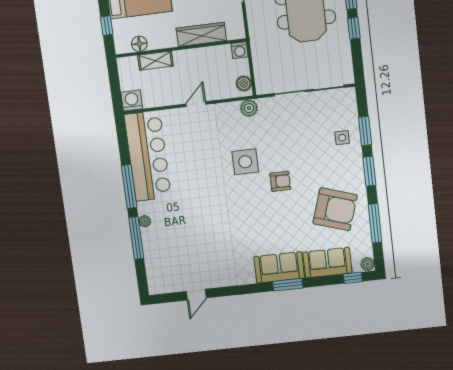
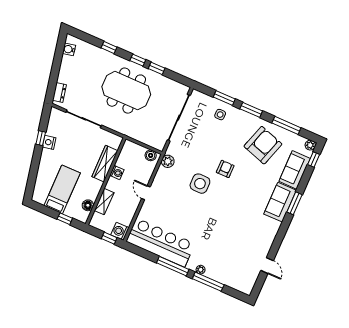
washing machine: (240, 50) -> (117, 173), moved
window: (116, 93) -> (109, 238), added

